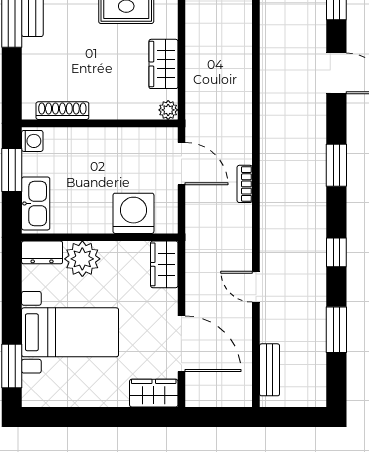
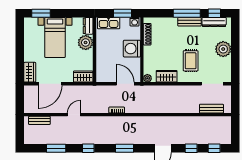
door: (181, 164) -> (125, 84), swing flipped
washing machine: (133, 213) -> (132, 49), moved, turned 180

